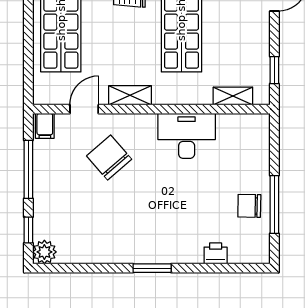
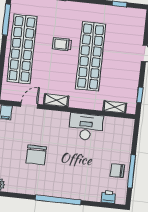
chair: (109, 158) -> (36, 155), moved, turned -139
printer: (216, 253) -> (108, 197), moved
window: (152, 268) -> (58, 200), width x2.11

